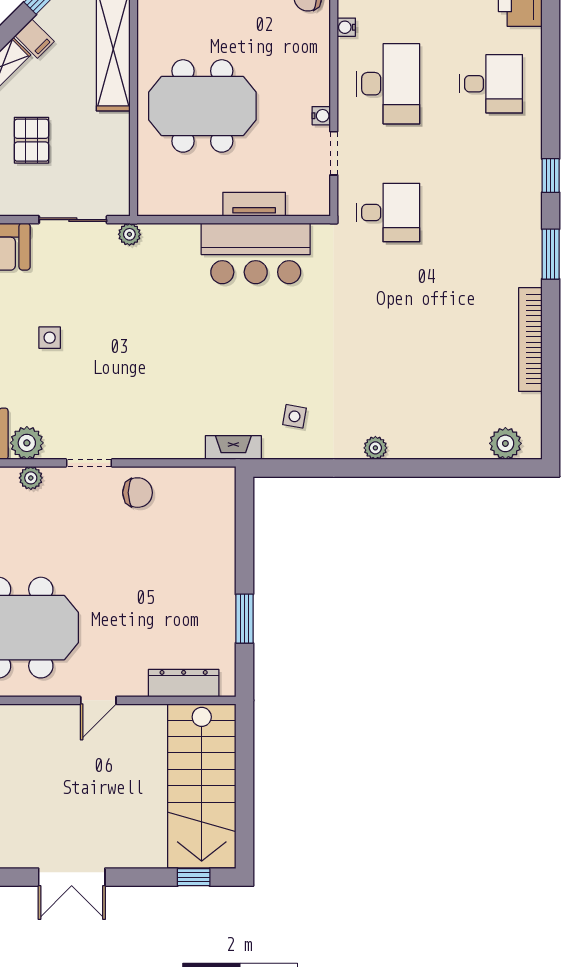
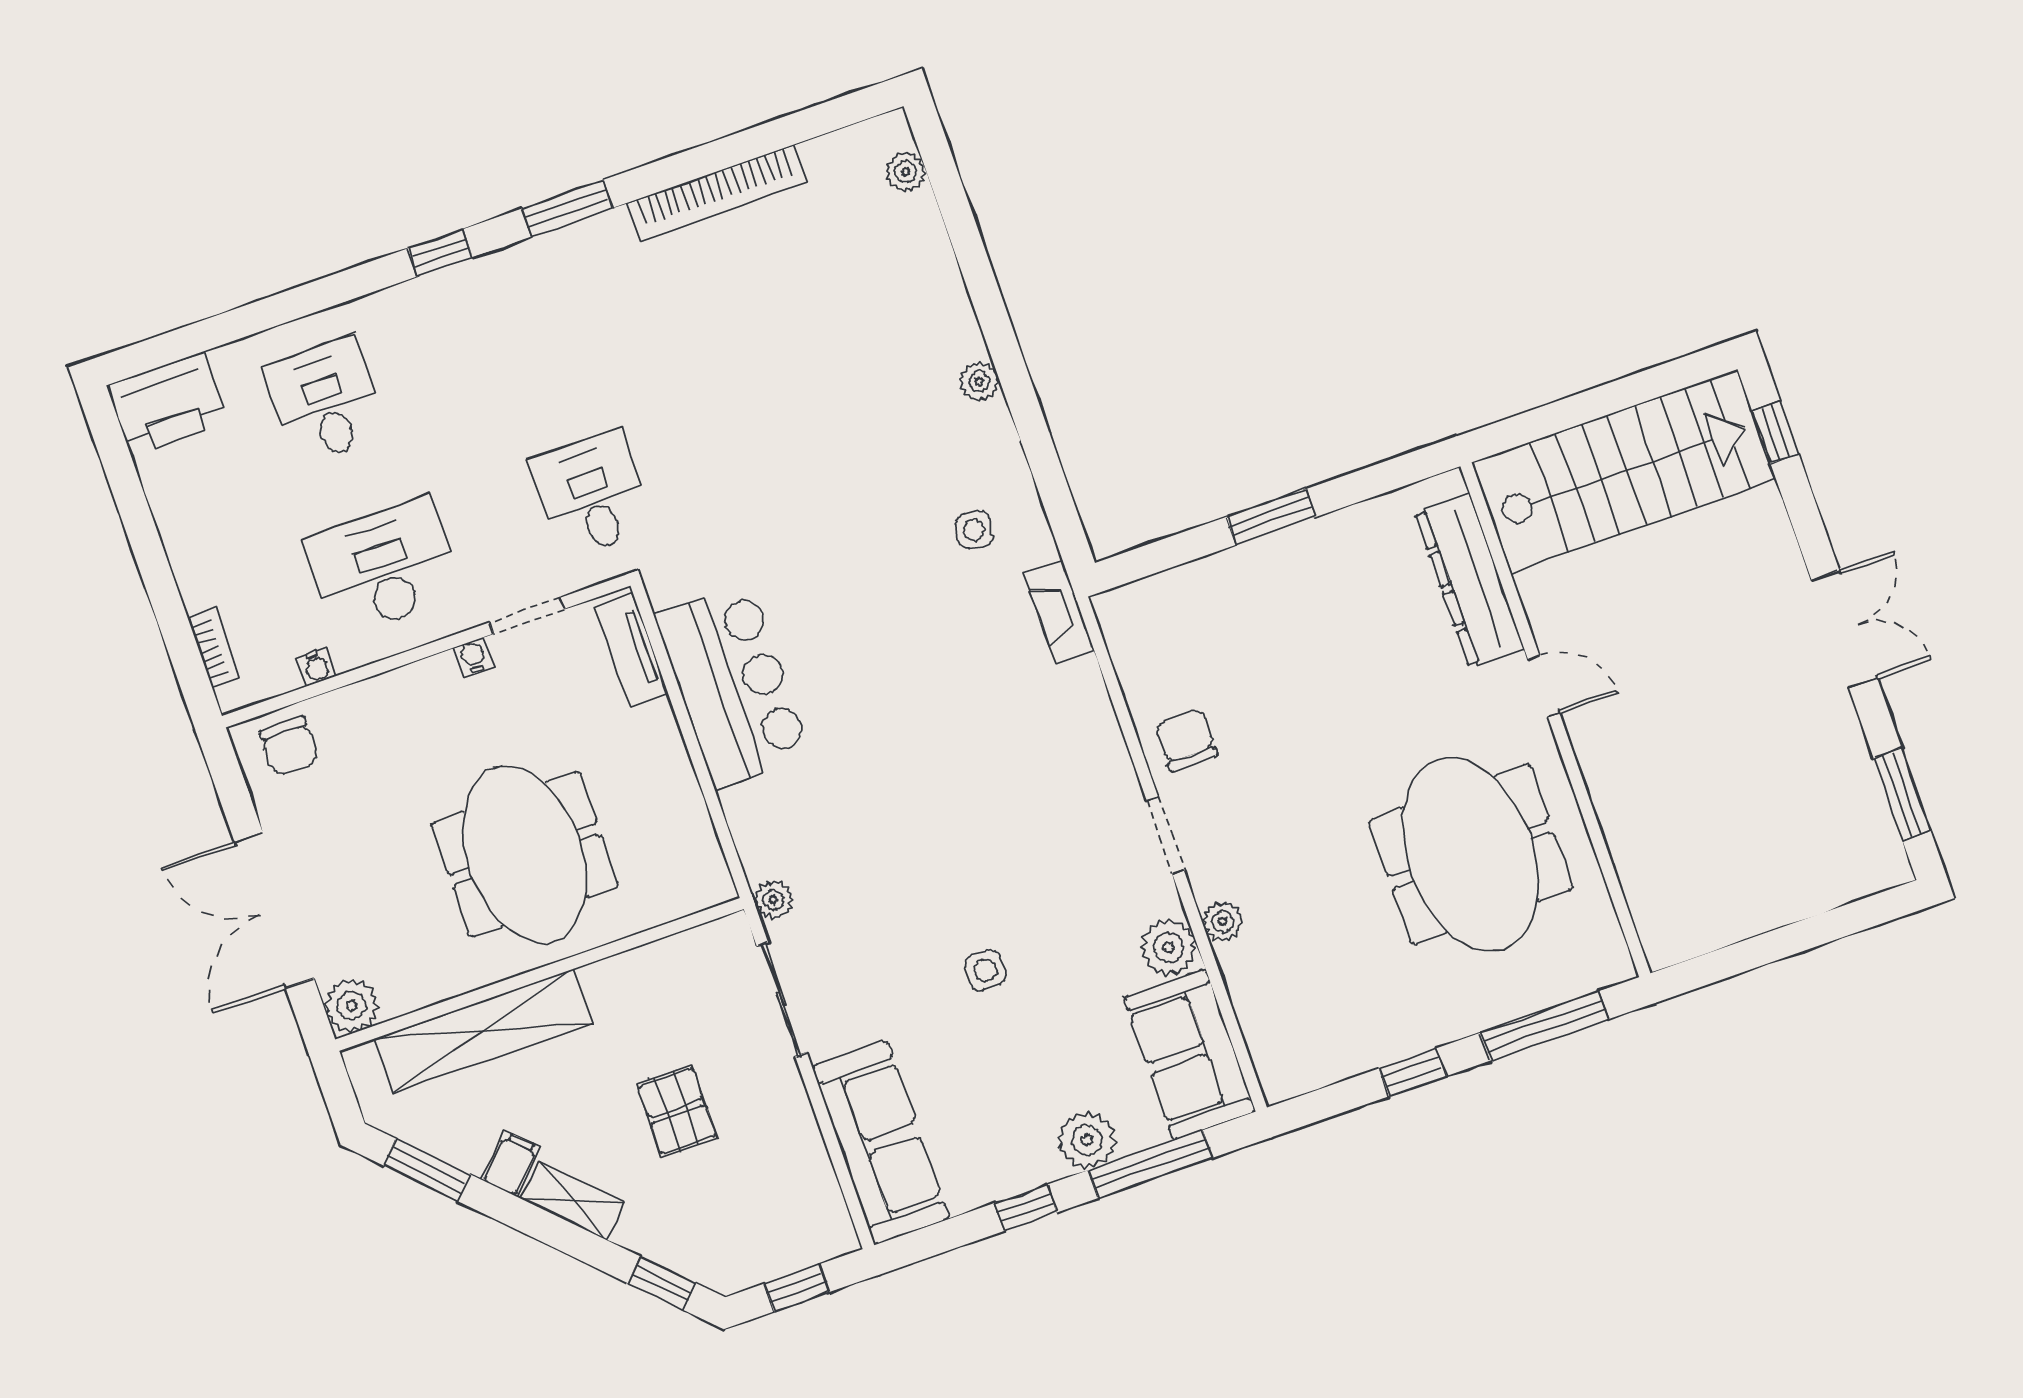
pallet: (31, 140) -> (677, 1111), turned 90
tv unit: (254, 204) -> (631, 650), moved
plant: (505, 443) -> (906, 172), width x0.73, depth x0.73
window: (244, 619) -> (1271, 517), moved
dresser: (184, 683) -> (1469, 581), width x1.37, depth x1.24

